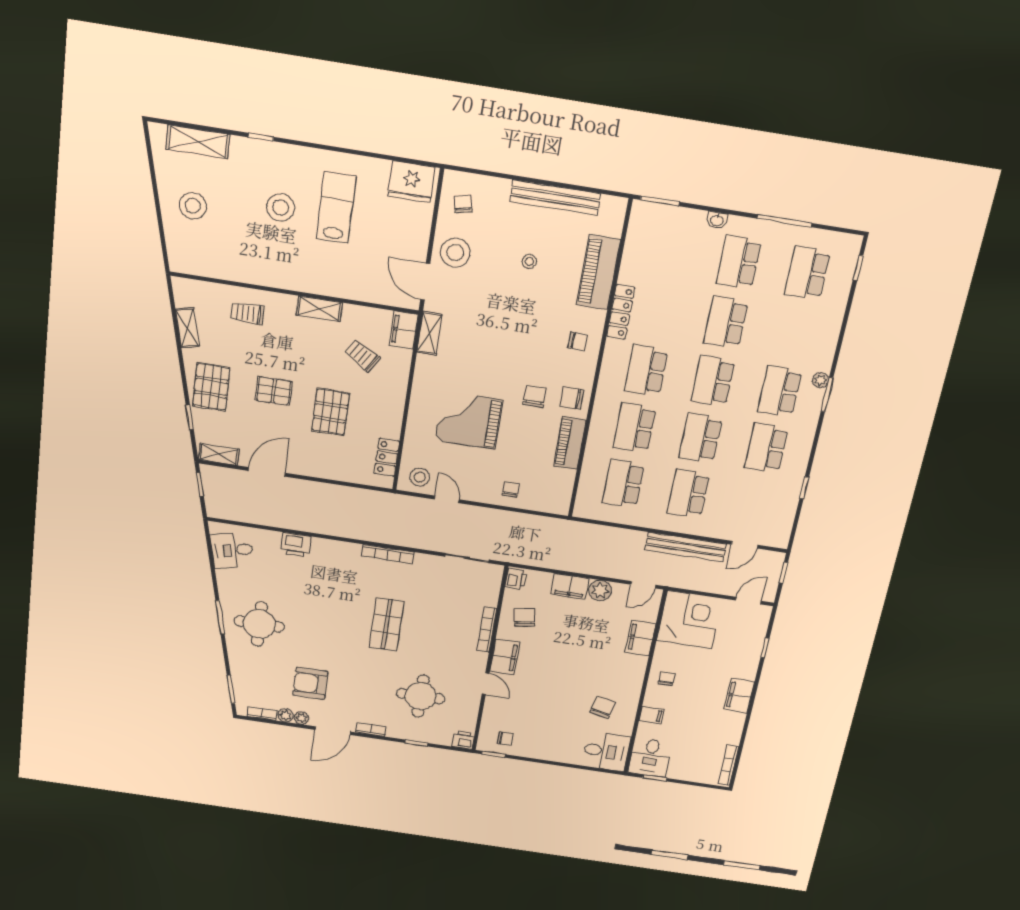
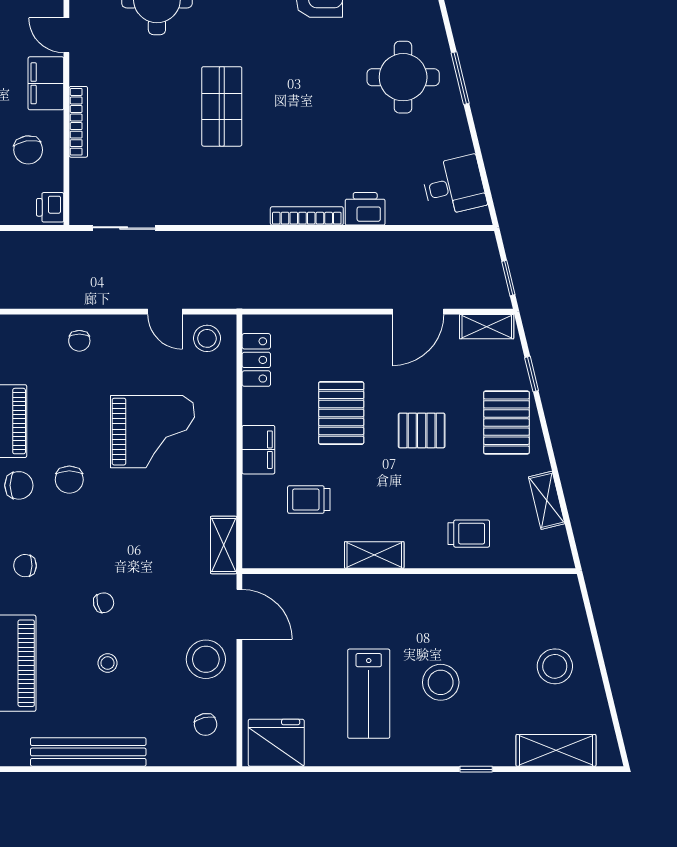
chair: (525, 306) -> (104, 603), added
filing cabinet: (404, 330) -> (258, 450), moved
trolley: (362, 356) -> (309, 500), turned 148
bookcase: (388, 554) -> (307, 216), moved

